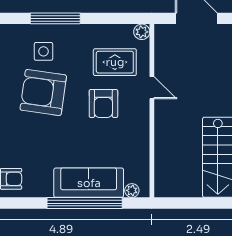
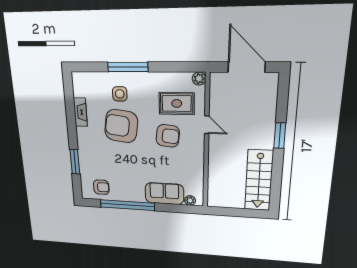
armchair: (103, 103) -> (168, 136), turned -84
sofa: (89, 183) -> (164, 194), width x0.73
window: (85, 203) -> (127, 205), moved

